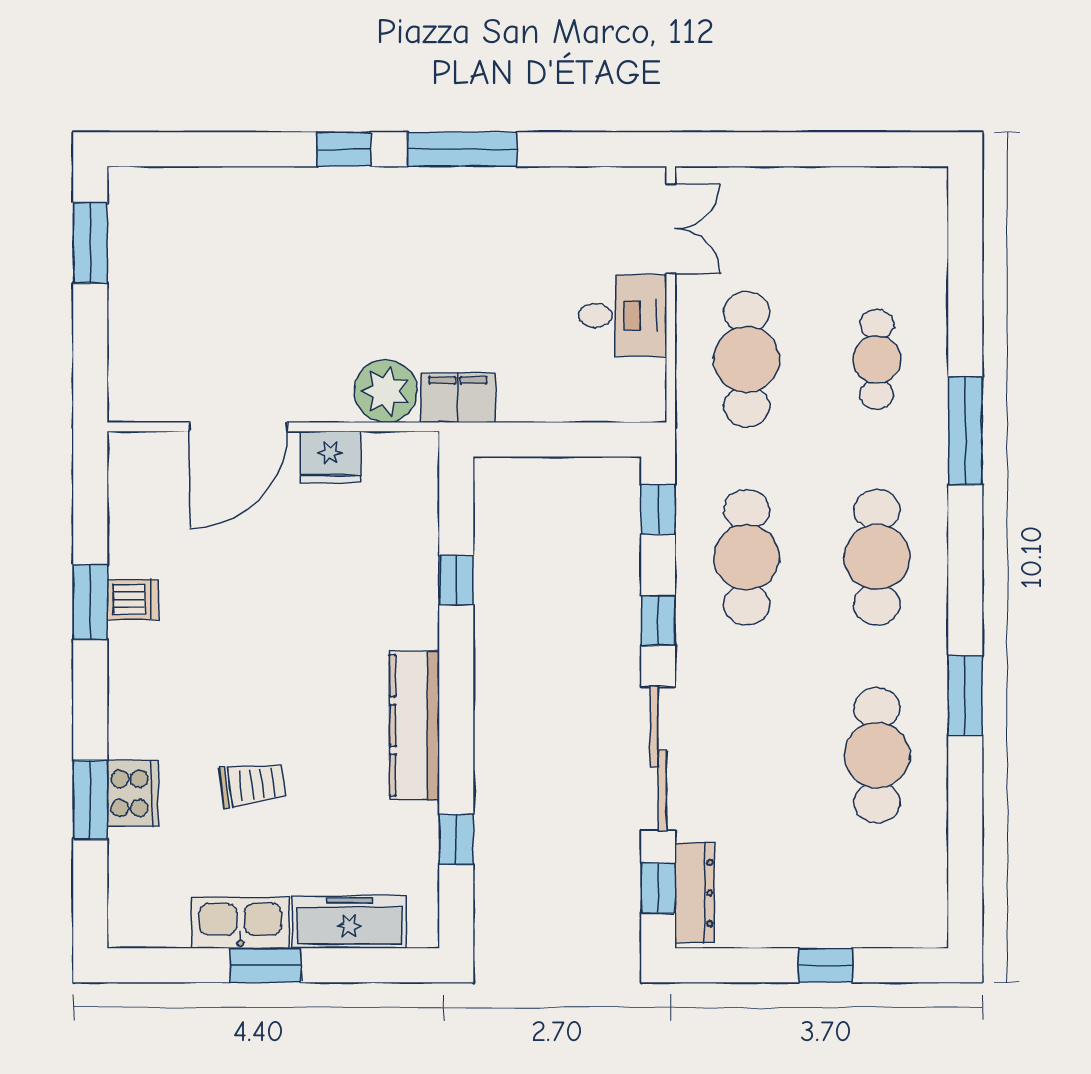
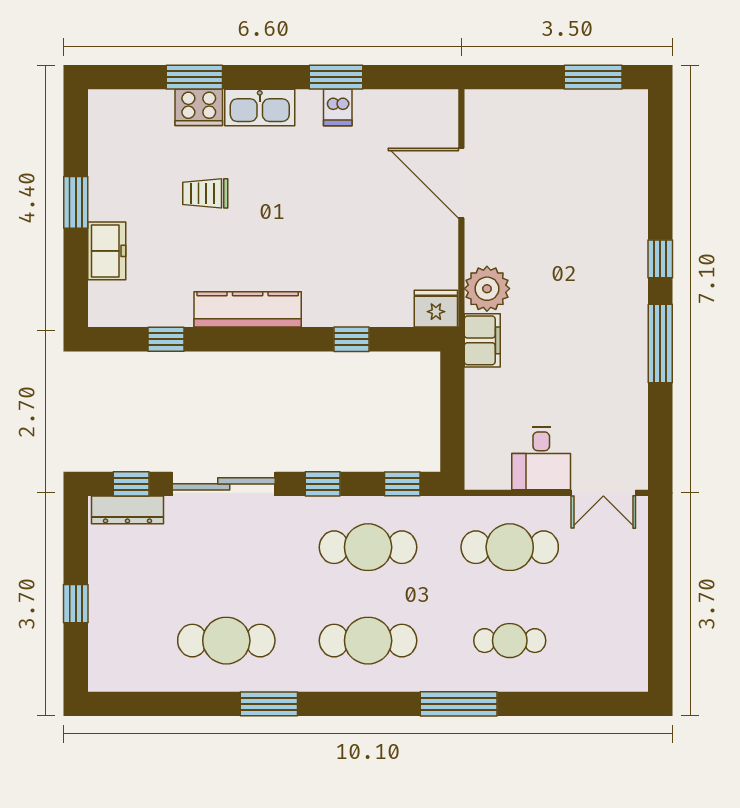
fridge: (330, 457) -> (436, 309), moved, turned 90
trolley: (252, 784) -> (205, 193), turned 97
freezer: (349, 922) -> (107, 251), width x0.71
kitchen sink: (240, 923) -> (260, 108), moved, turned 90

